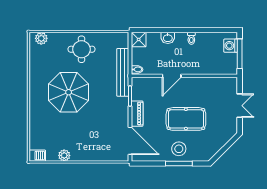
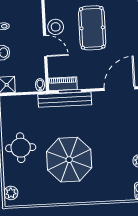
bench: (123, 72) -> (65, 100), moved
piano: (137, 114) -> (63, 84), moved
stool: (179, 149) -> (56, 27), moved

